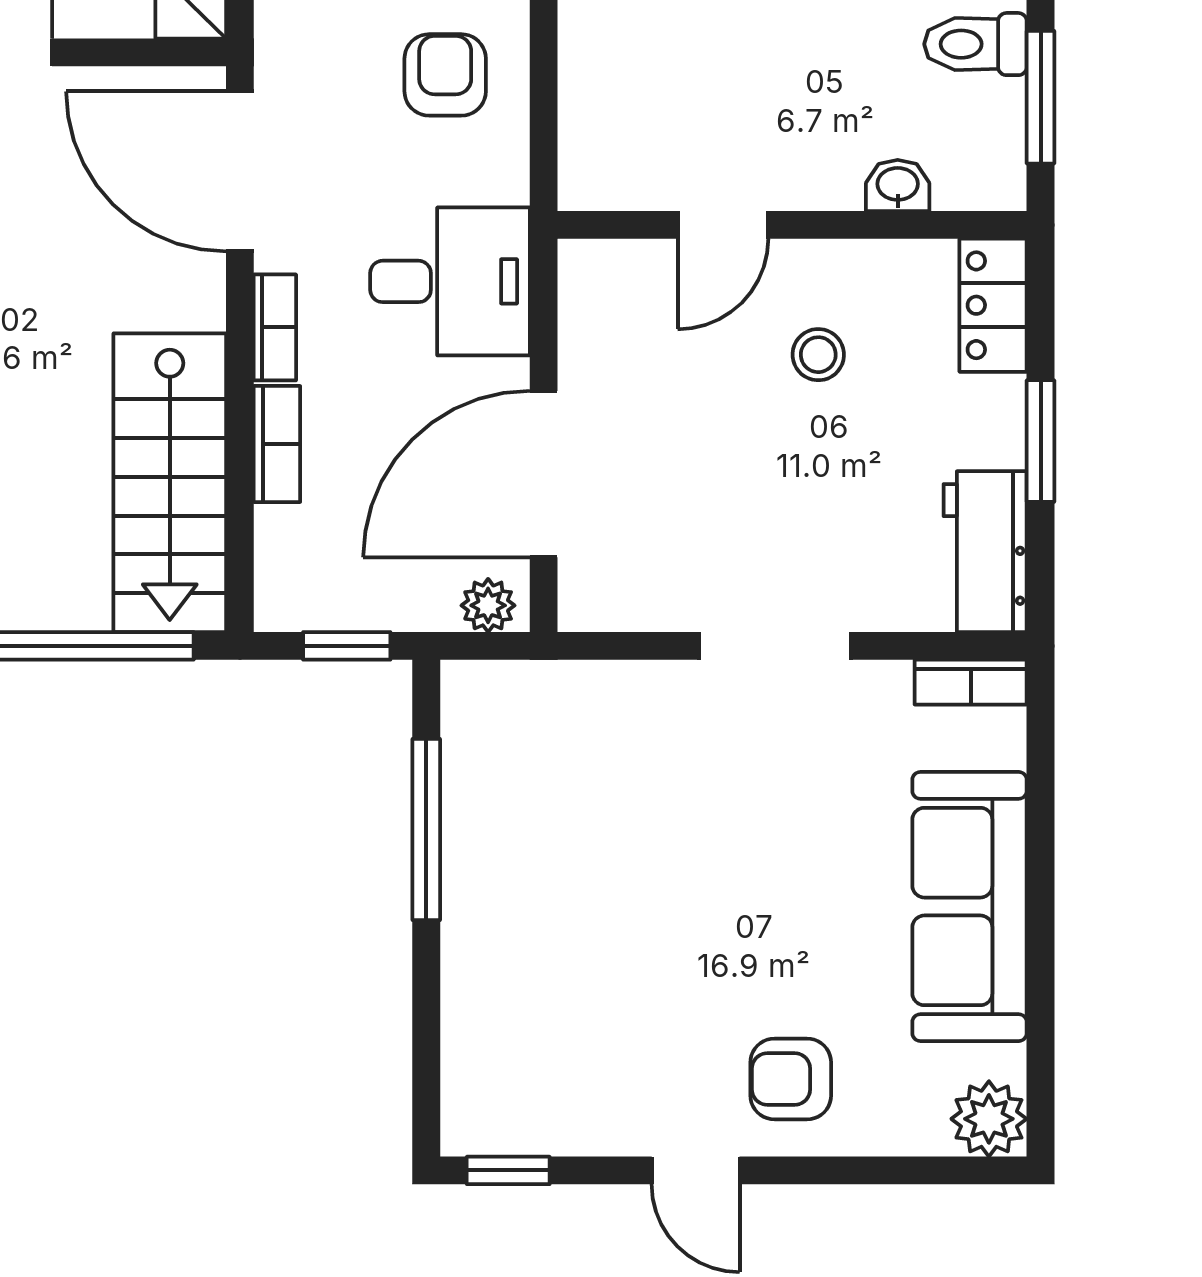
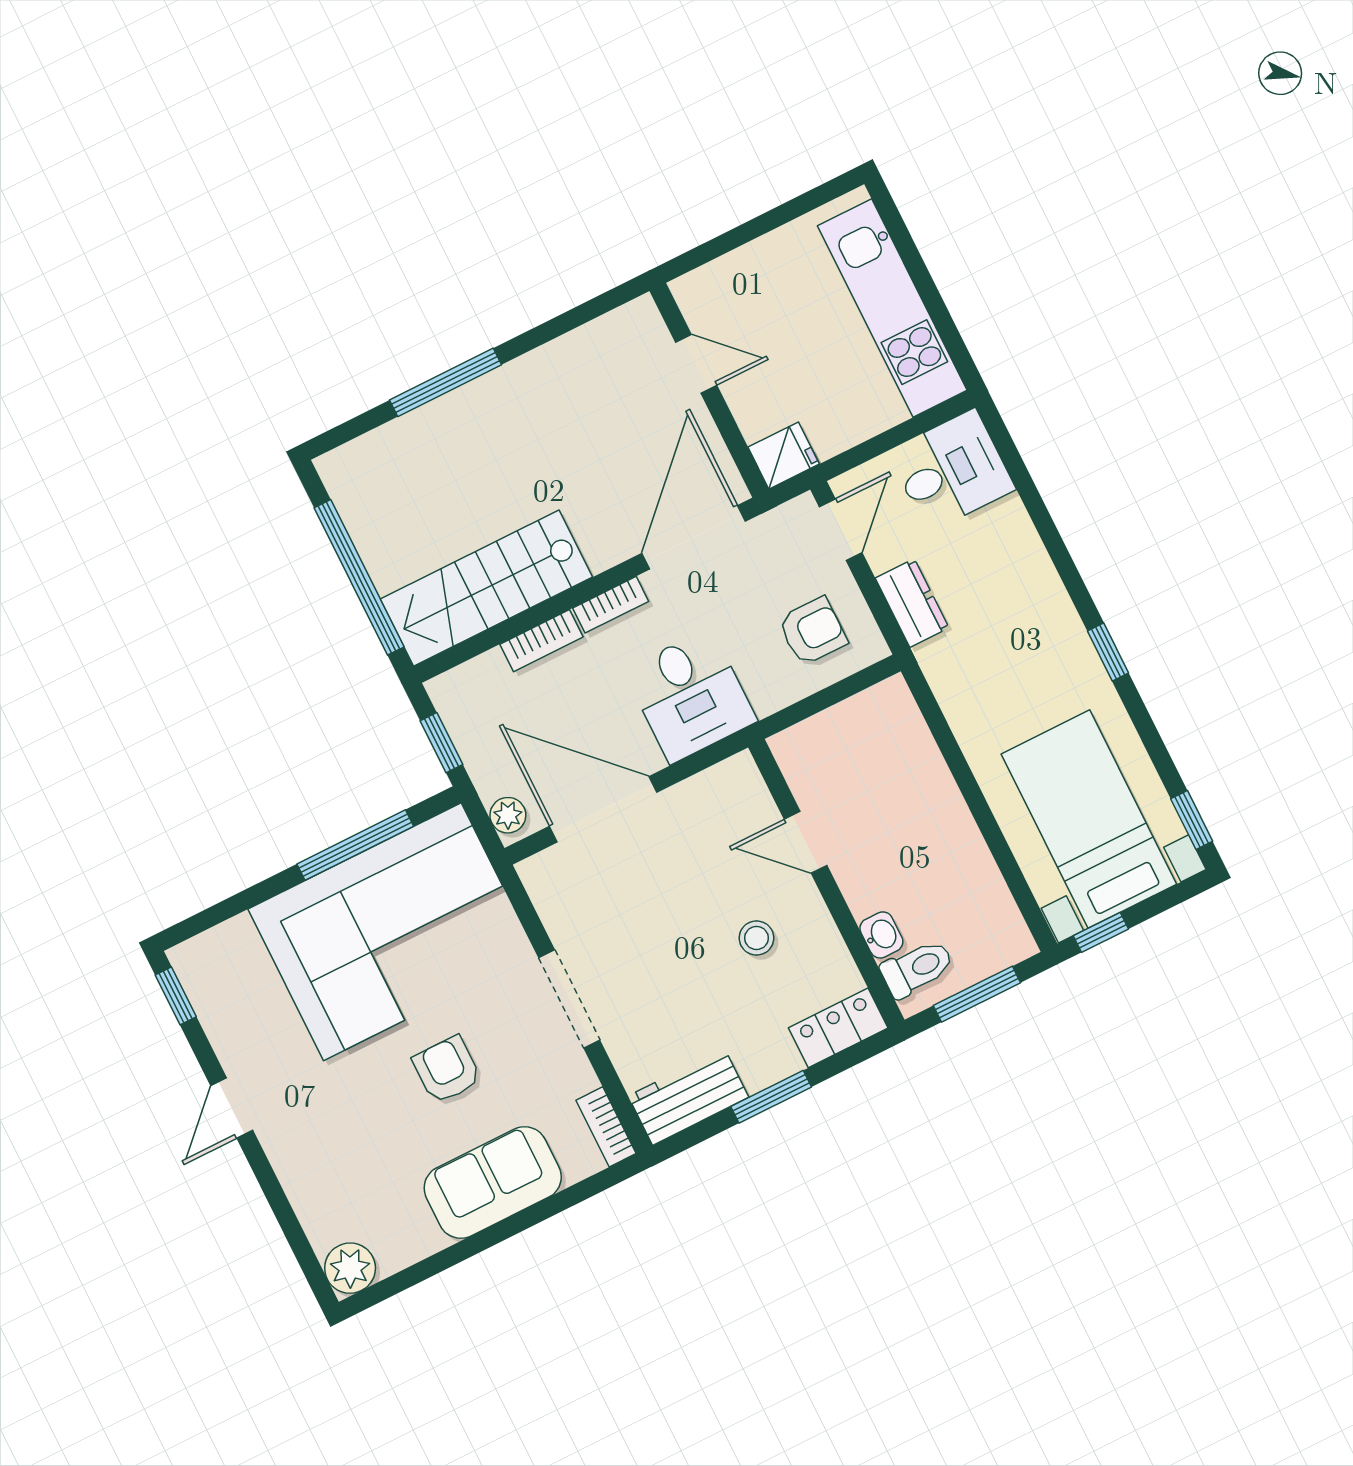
toilet: (975, 44) -> (917, 968), moved, turned 90
corner sofa: (567, 838) -> (392, 932), added
sofa: (970, 906) -> (493, 1182), width x0.73
armchair: (791, 1079) -> (447, 1070), moved

